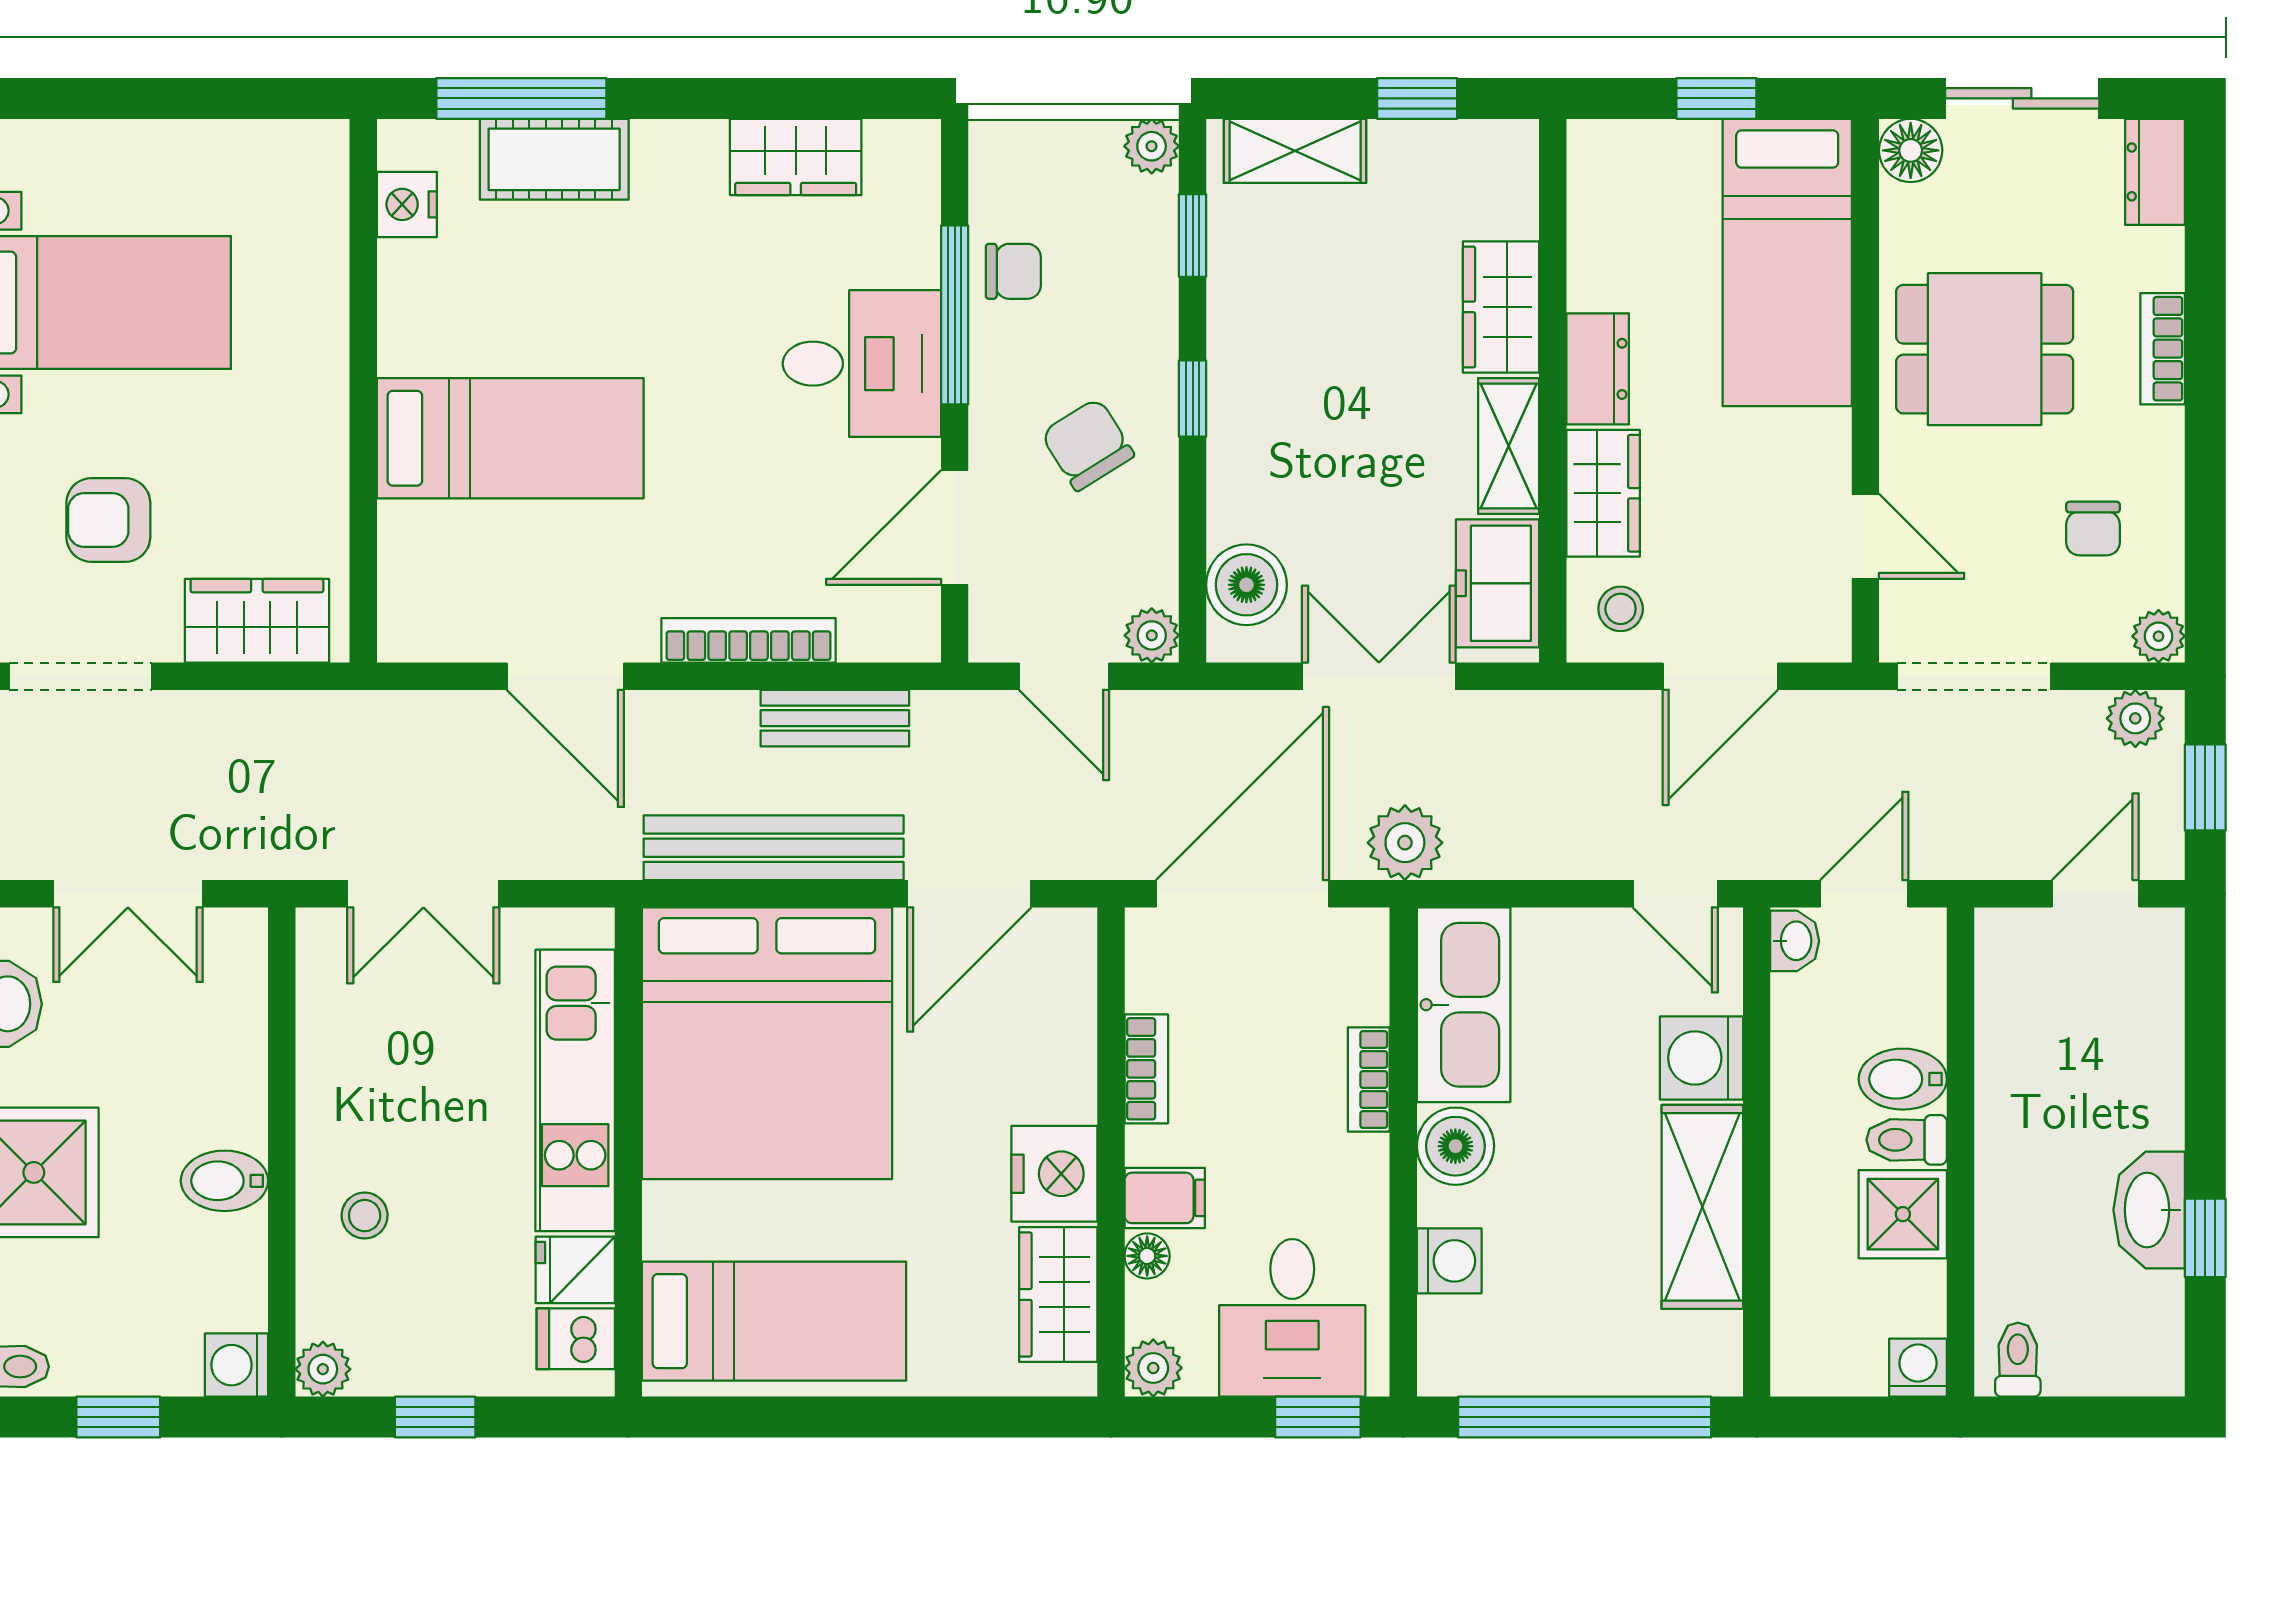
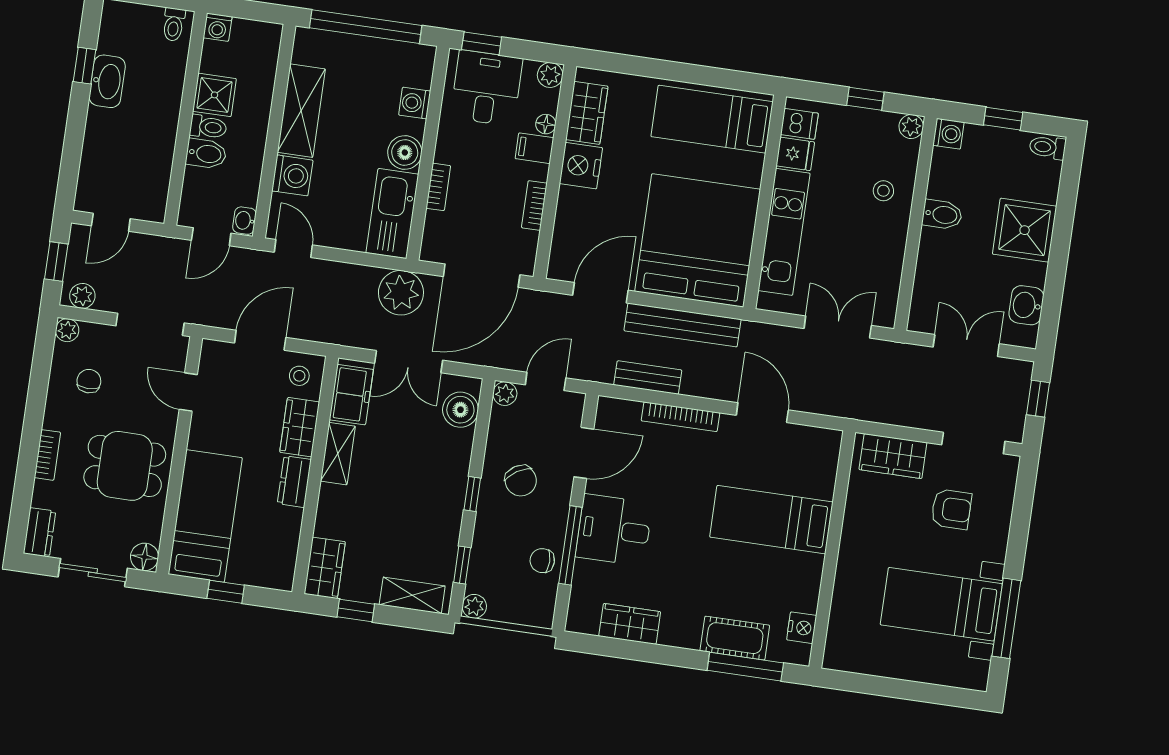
wardrobe: (1501, 307) -> (325, 568), moved
door: (1064, 676) -> (546, 381), hinge flipped
plant: (1405, 843) -> (401, 293), width x1.36, depth x1.36

